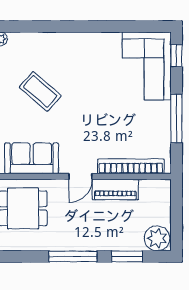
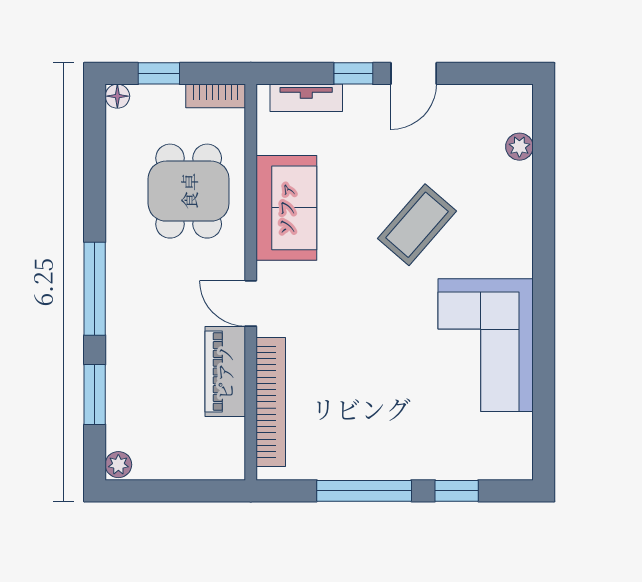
window: (176, 56) -> (457, 491), moved
corner sofa: (147, 66) -> (486, 345), moved, turned -90
plant: (157, 238) -> (118, 465), width x0.53, depth x0.53

